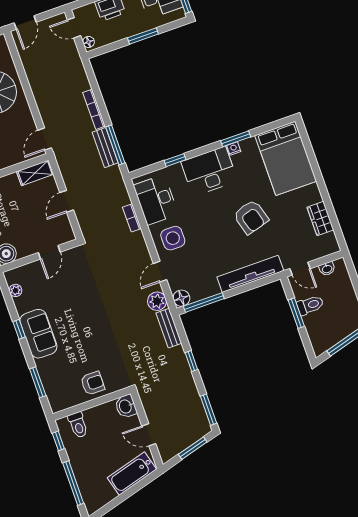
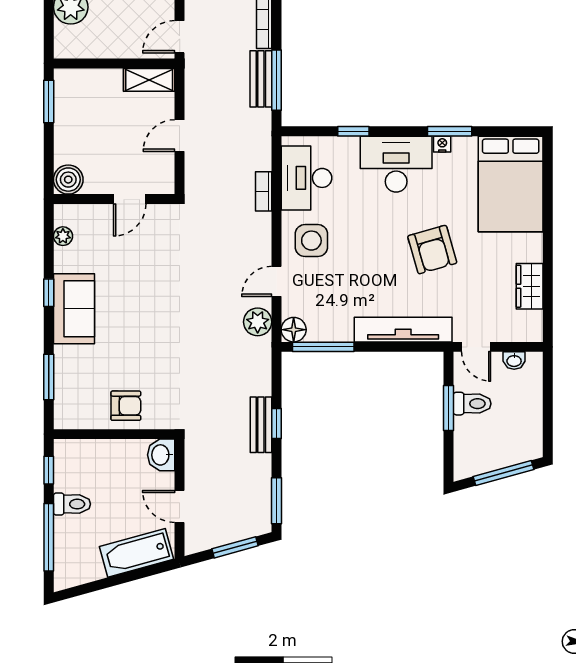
bench: (169, 328) -> (261, 425), moved
toilet: (78, 425) -> (72, 504), moved, turned -90

